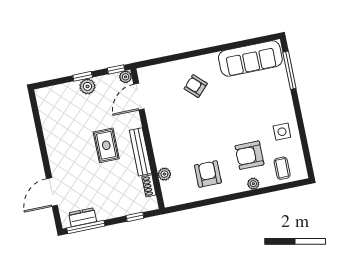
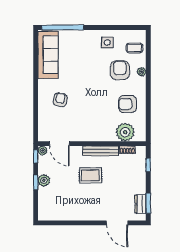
window: (289, 70) -> (63, 28), width x1.46
armchair: (196, 86) -> (60, 100), turned 147
armchair: (249, 155) -> (120, 70), turned 180
plant: (164, 174) -> (125, 132), width x1.88, depth x1.88
window: (86, 227) -> (148, 203), width x0.69

